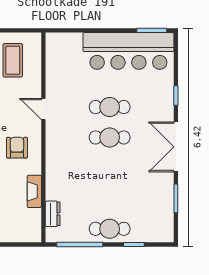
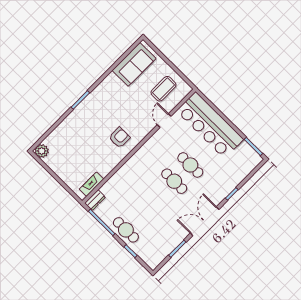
bar counter: (128, 51) -> (210, 125), moved
door: (43, 109) -> (164, 121), moved
fireplace: (34, 191) -> (92, 184), moved
dresser: (53, 214) -> (95, 200), moved

